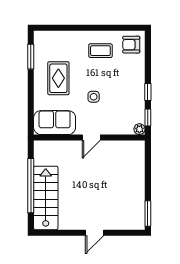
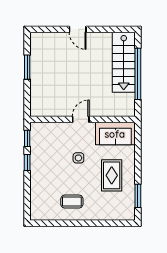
armchair: (131, 45) -> (43, 207), removed
plant: (139, 129) -> (35, 127), removed
window: (148, 214) -> (27, 67), moved
door: (95, 233) -> (78, 29), swing flipped

